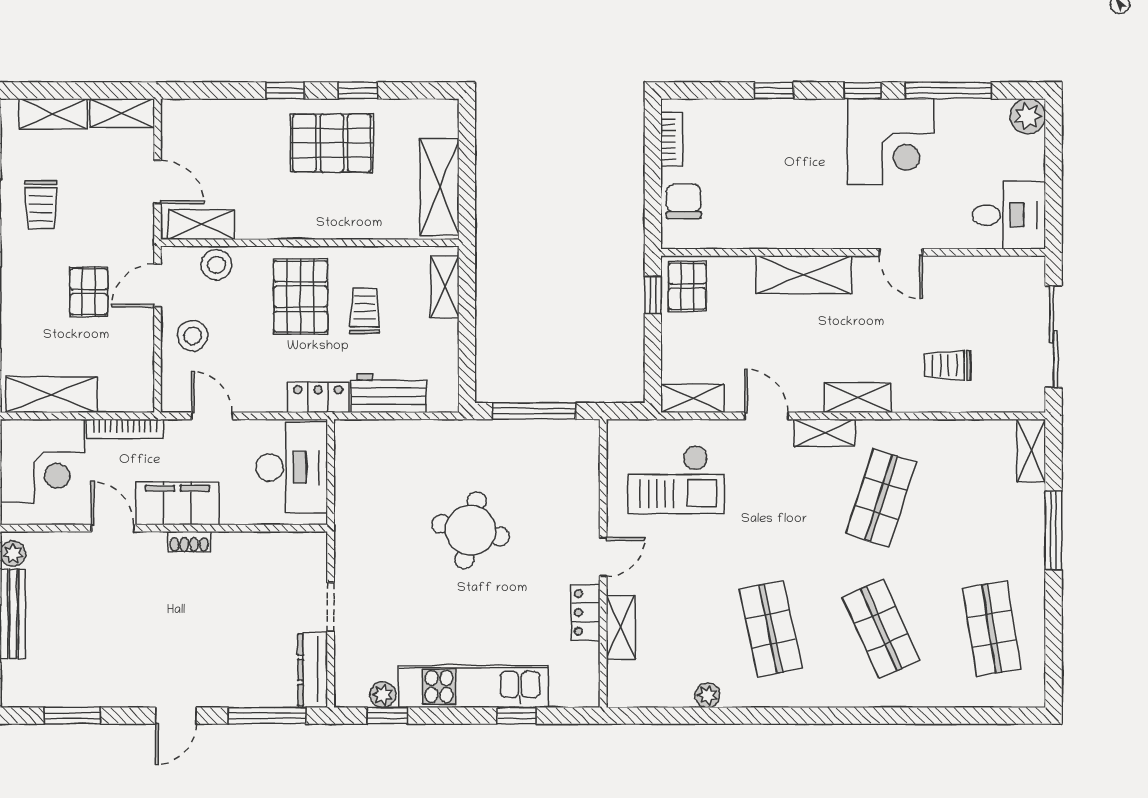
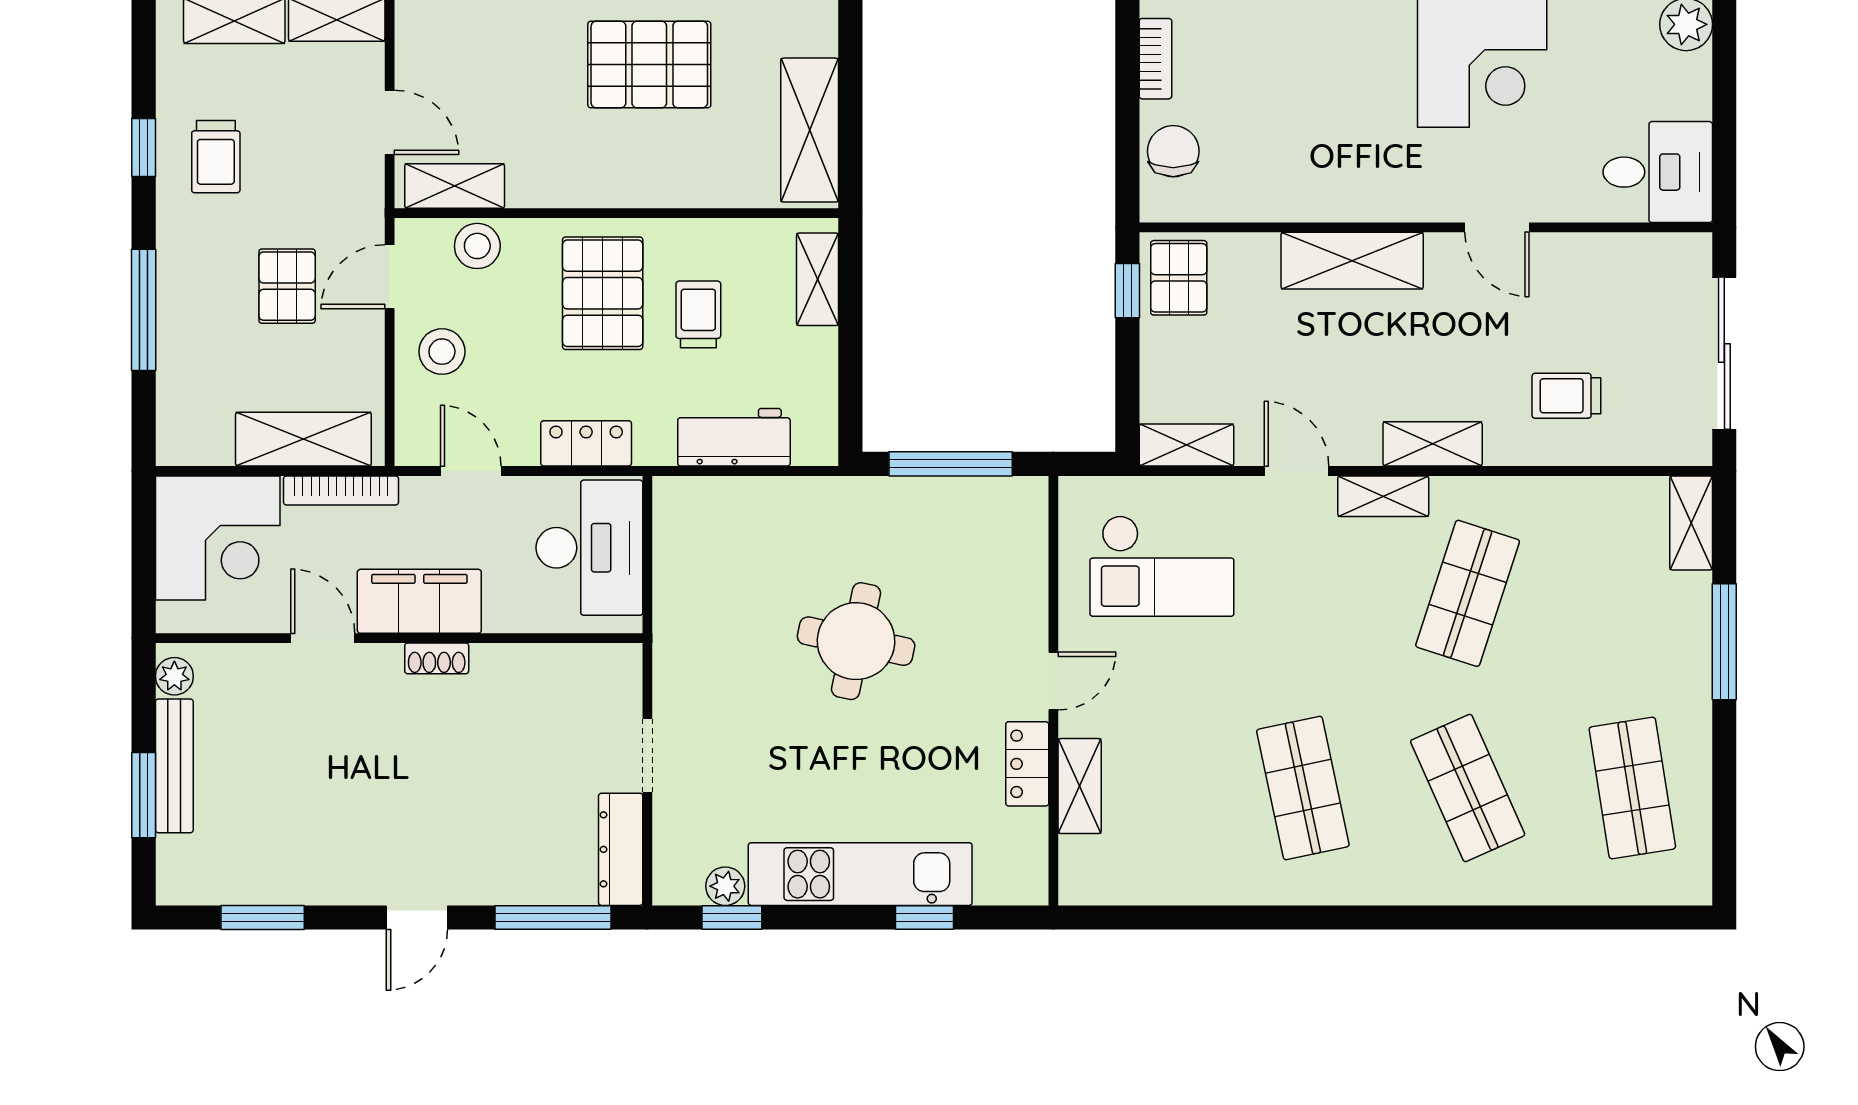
shelving: (51, 394) -> (303, 439), moved
locker: (318, 397) -> (586, 443), moved
plant: (707, 695) -> (1209, 887), removed

